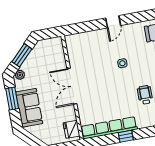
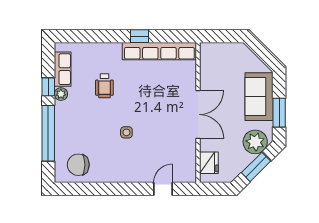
door: (113, 22) -> (163, 189), moved
plant: (20, 75) -> (255, 142), width x1.88, depth x1.88
fridge: (71, 129) -> (209, 163), moved

